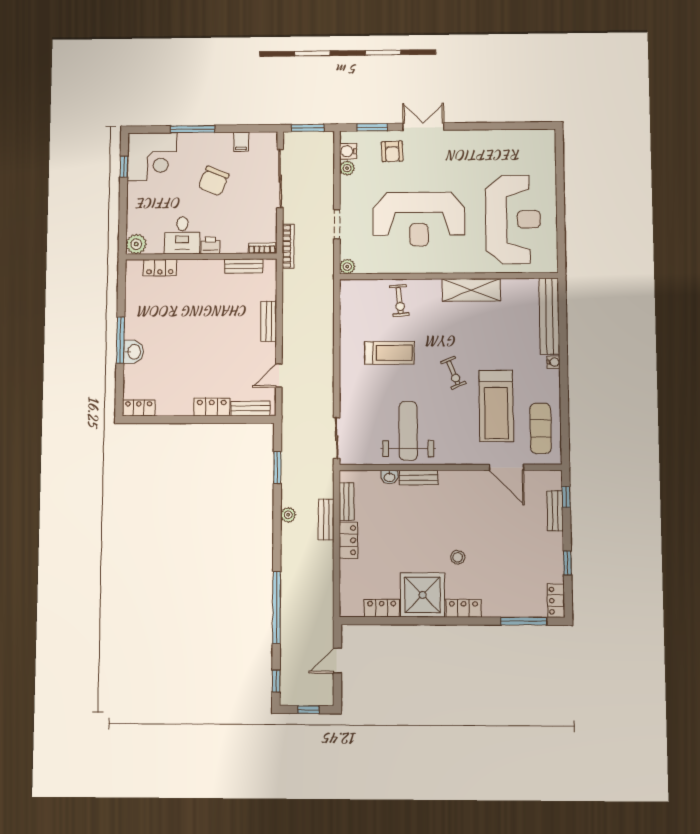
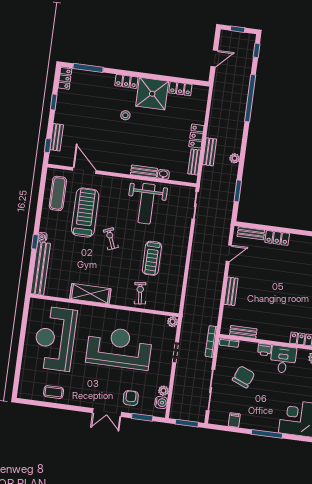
coffee table: (504, 144) -> (54, 392), added
chair: (214, 181) -> (244, 377), moved
treadmill: (389, 353) -> (152, 258), turned -90
window: (563, 353) -> (35, 242), added

